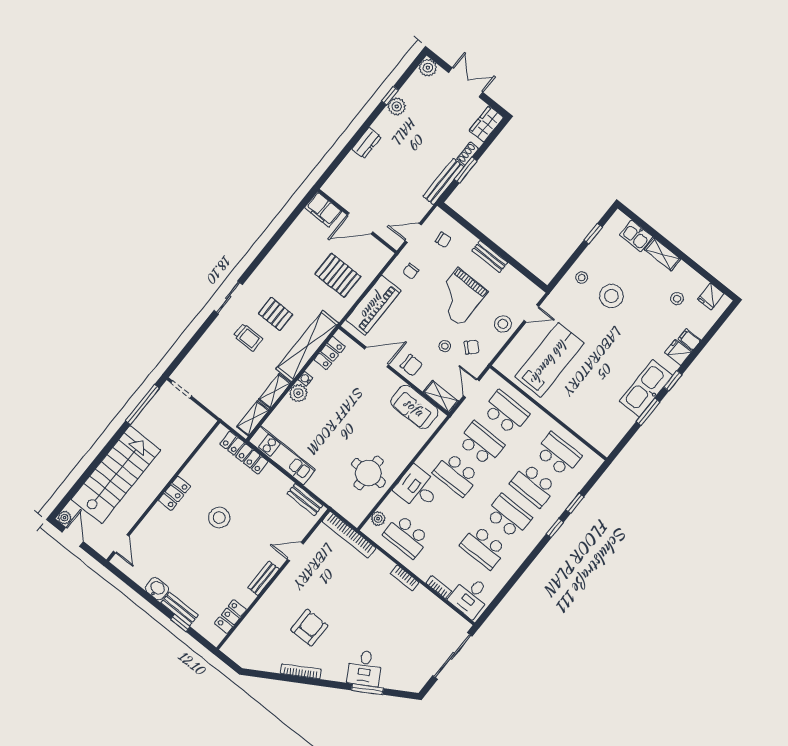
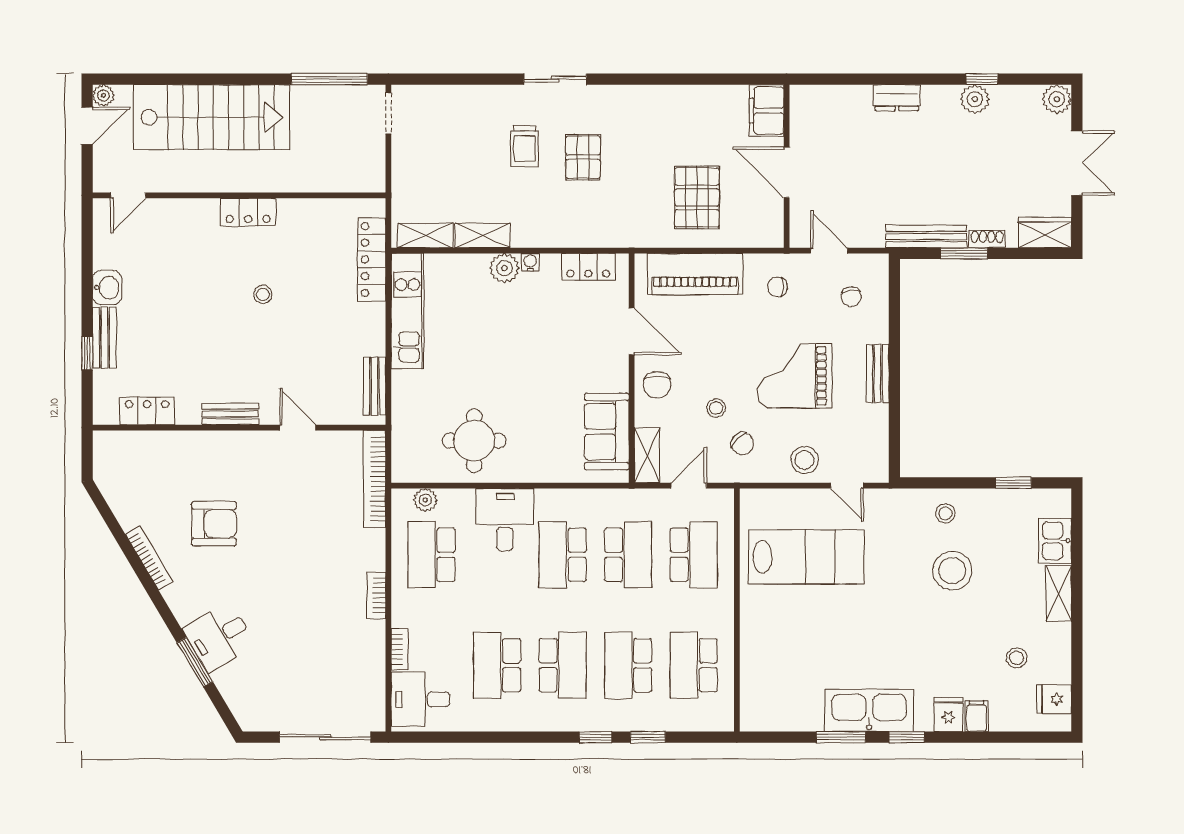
shelving: (307, 346) -> (574, 231), removed
school desk: (558, 454) -> (694, 665), turned 180
stool: (219, 518) -> (263, 294), width x0.53, depth x0.53

